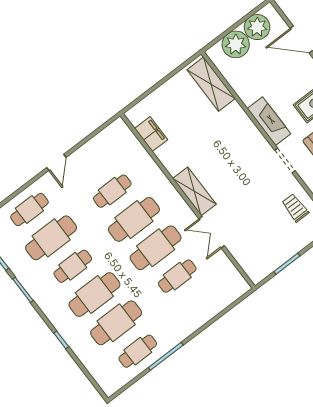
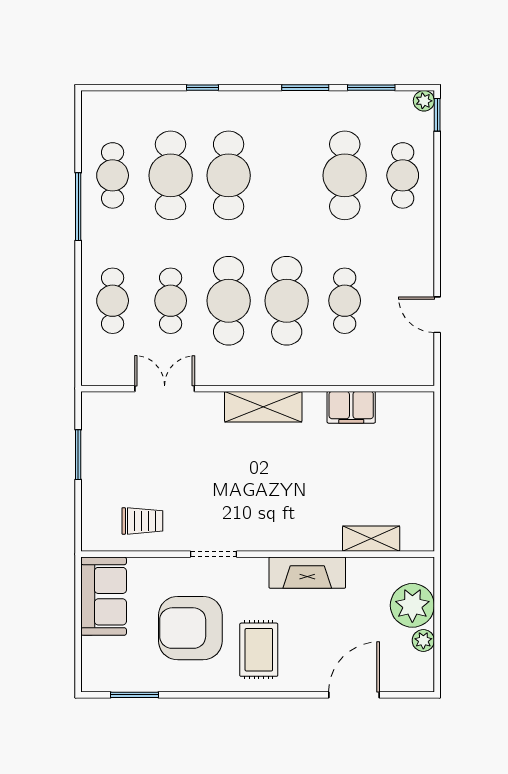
plant: (257, 27) -> (423, 641), width x0.53, depth x0.53
shelving: (211, 84) -> (371, 539), width x0.67, depth x0.75
fireplace: (269, 121) -> (307, 573), moved
filing cabinet: (151, 134) -> (351, 407), moved
door: (56, 162) -> (437, 315), moved
double door: (212, 232) -> (165, 389), moved
cafe table: (73, 266) -> (113, 301), moved

